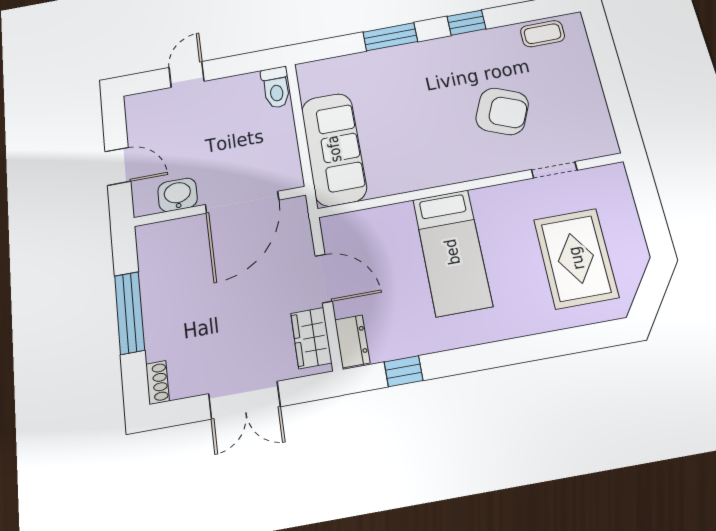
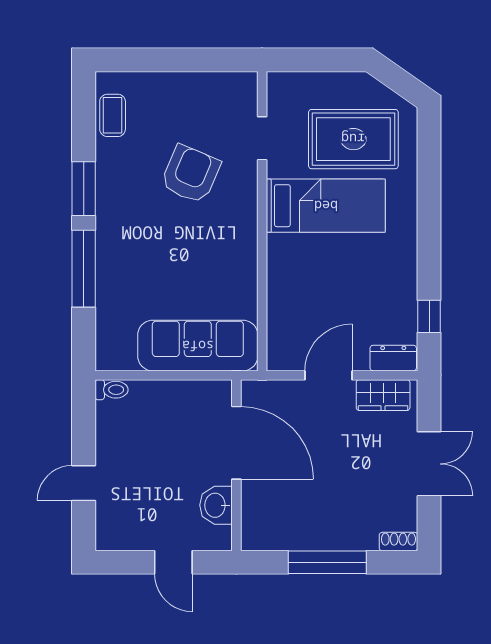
window: (466, 23) -> (84, 189), width x1.50
window: (390, 37) -> (84, 269), width x1.44
door: (187, 74) -> (84, 483), hinge flipped
toilet: (276, 88) -> (112, 390), width x0.73, depth x0.72
door: (118, 166) -> (173, 562), swing flipped
bed: (452, 252) -> (326, 206), moved

